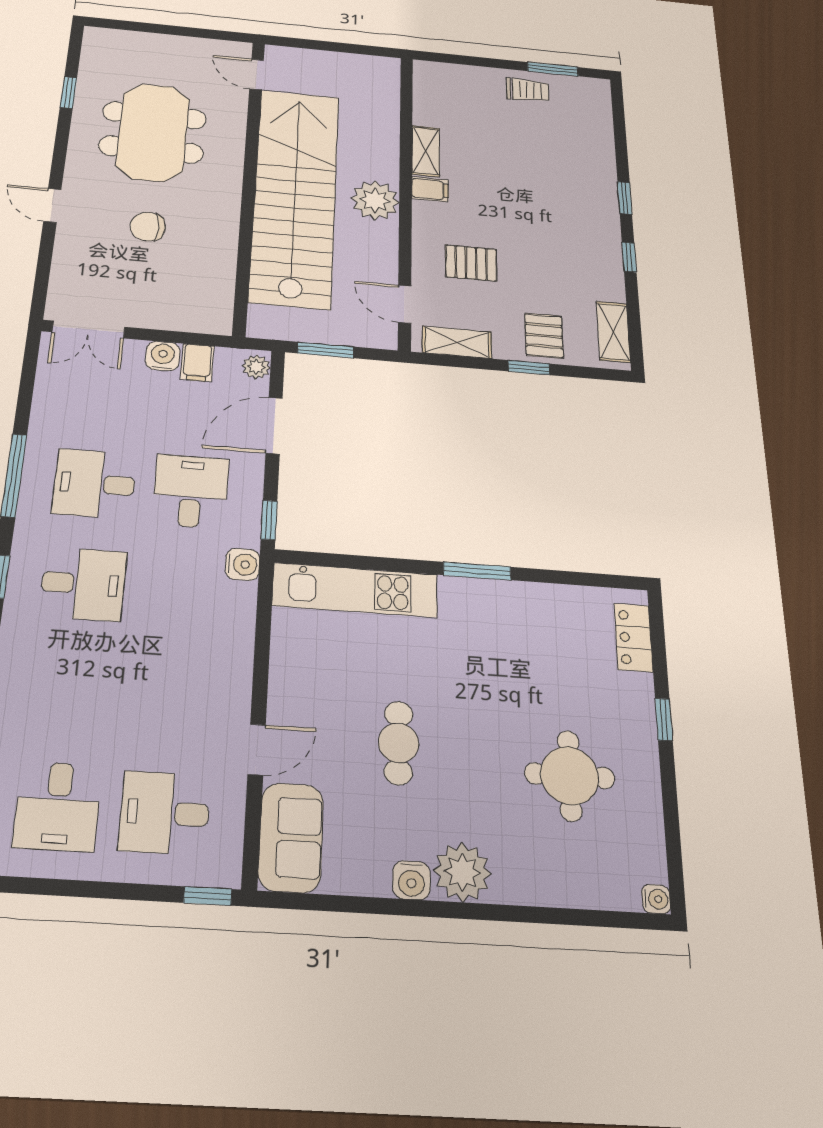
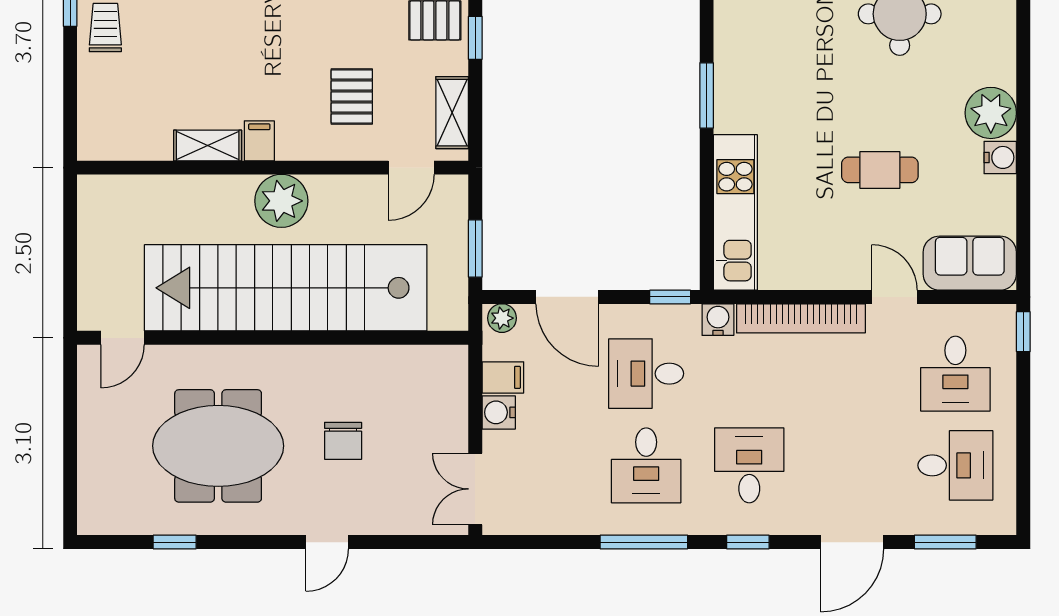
double door: (88, 330) -> (475, 489), swing flipped
bookcase: (239, 648) -> (801, 318), added

